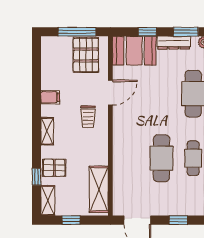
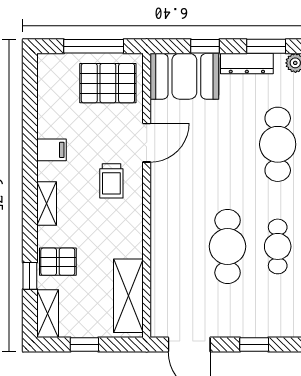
pallet: (86, 55) -> (108, 83), turned 90

